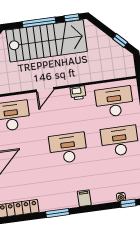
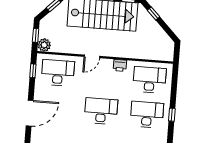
window: (120, 41) -> (153, 13), moved

